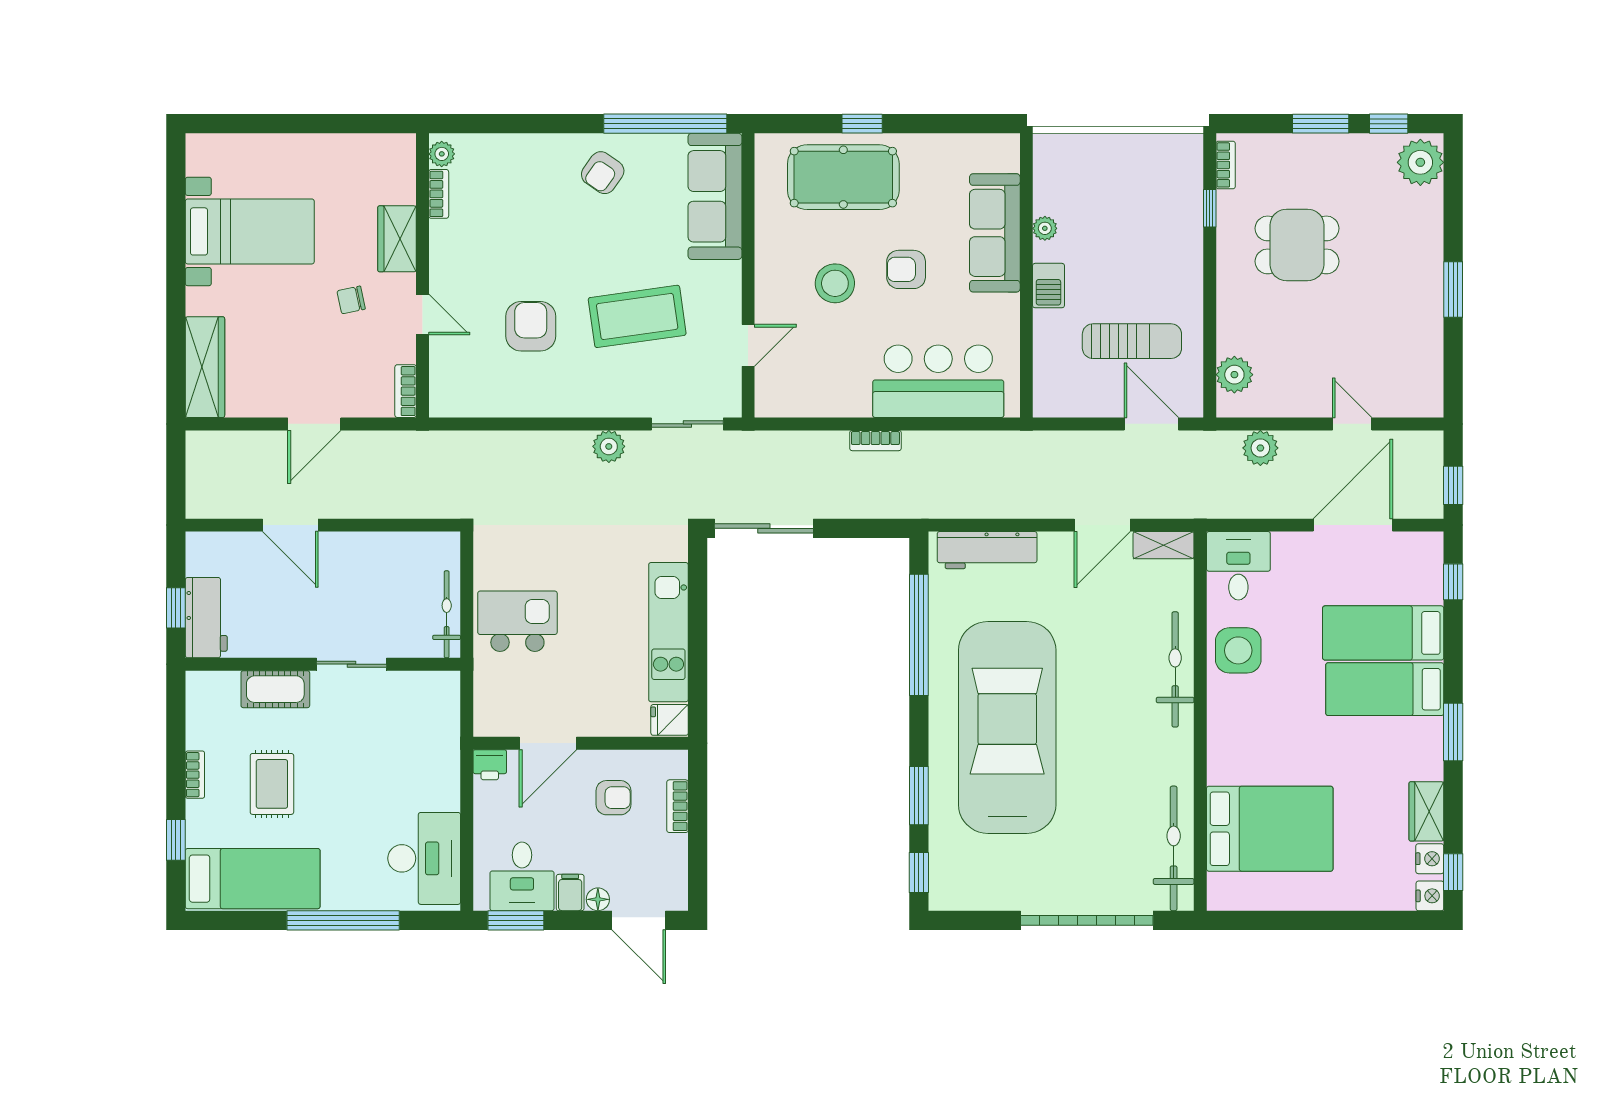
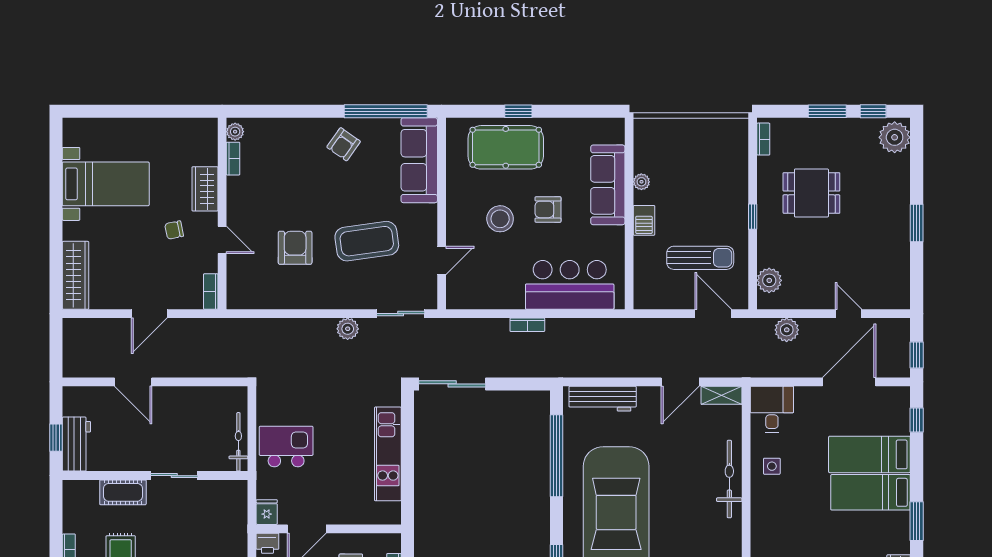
window: (1210, 208) -> (753, 217), moved
side table: (1238, 650) -> (772, 466), width x0.54, depth x0.54
fridge: (670, 720) -> (267, 512), moved, turned 90

